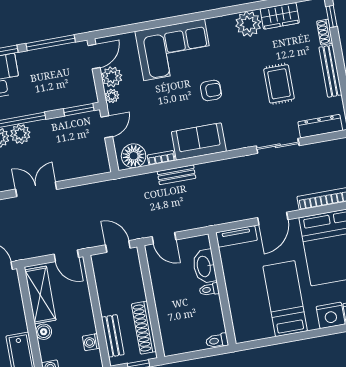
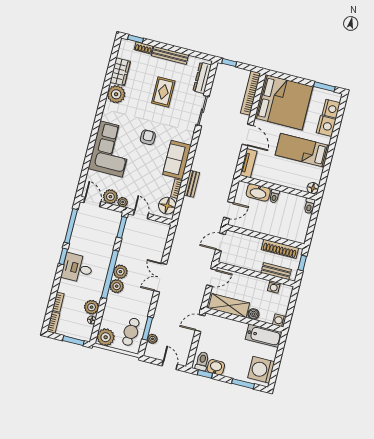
rug: (279, 84) -> (163, 92), turned 90
floor lamp: (242, 335) -> (313, 188), added

